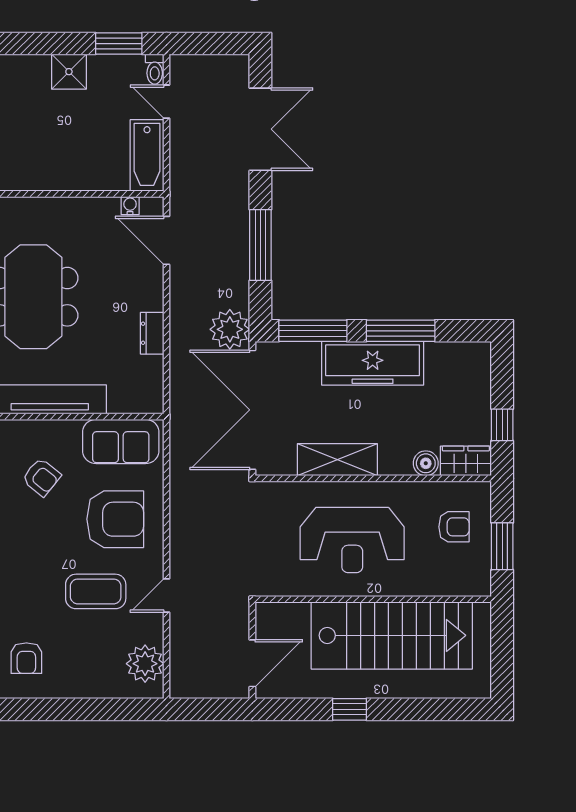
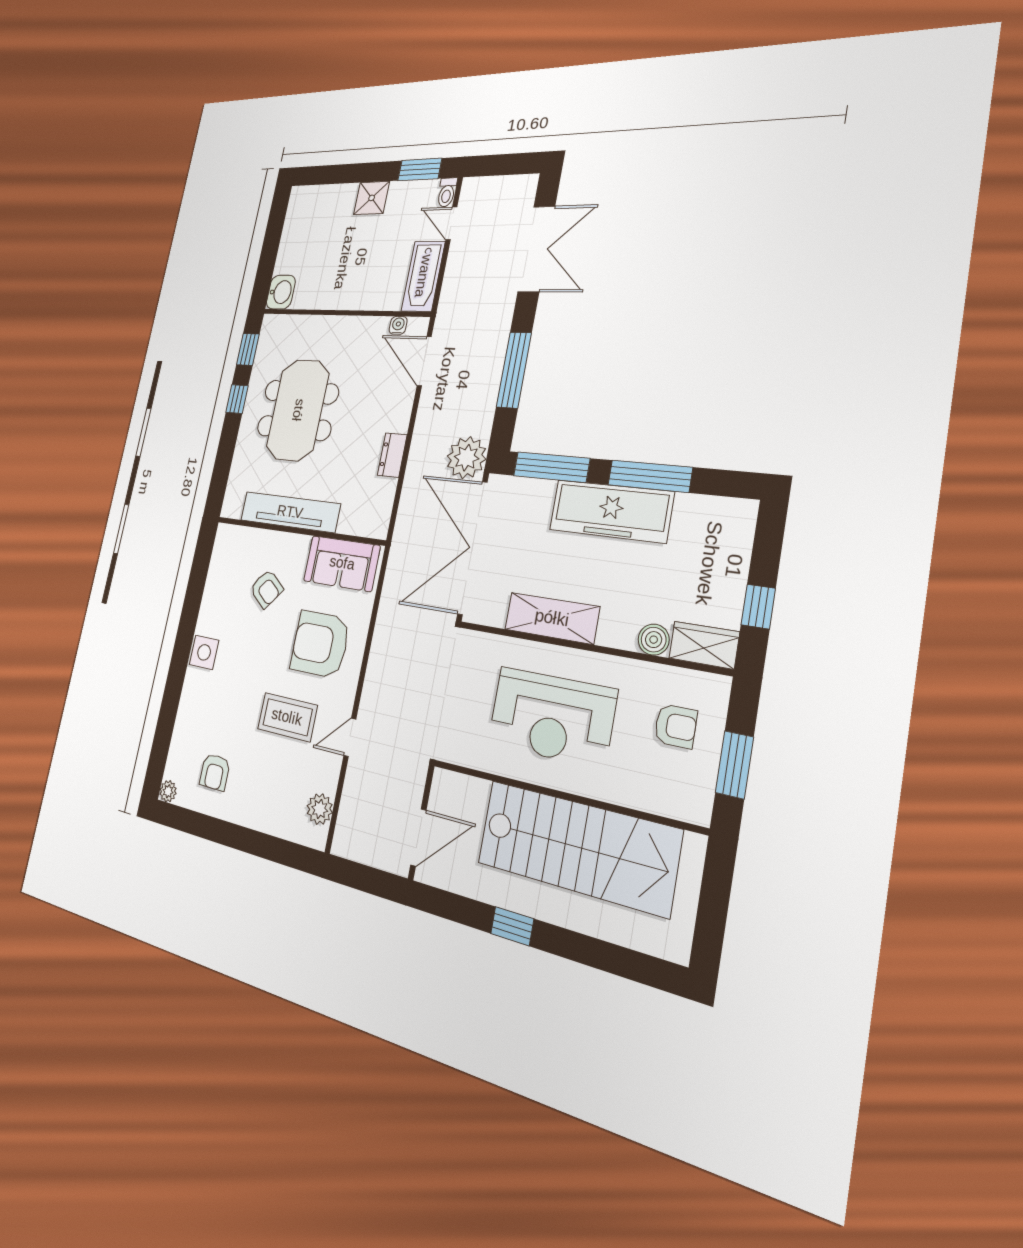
armchair: (115, 519) -> (320, 644), turned 180
plant: (145, 664) -> (320, 809), width x0.73, depth x0.73

